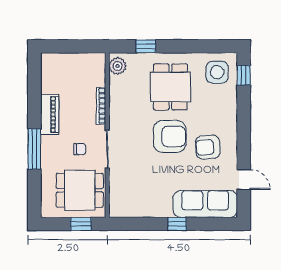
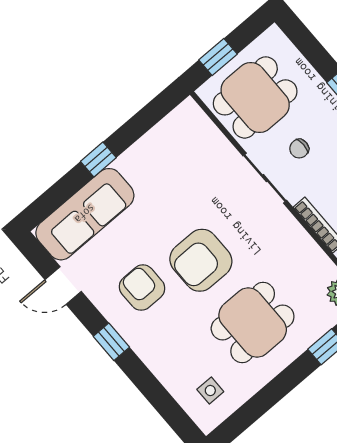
side table: (217, 72) -> (210, 391), width x0.54, depth x0.54
window: (244, 75) -> (111, 342), moved
dining table: (170, 87) -> (253, 322), turned 90
armchair: (208, 147) -> (142, 288), turned -85

